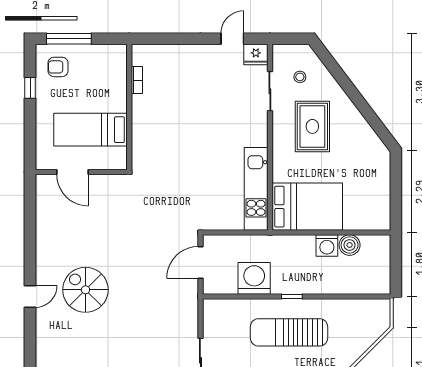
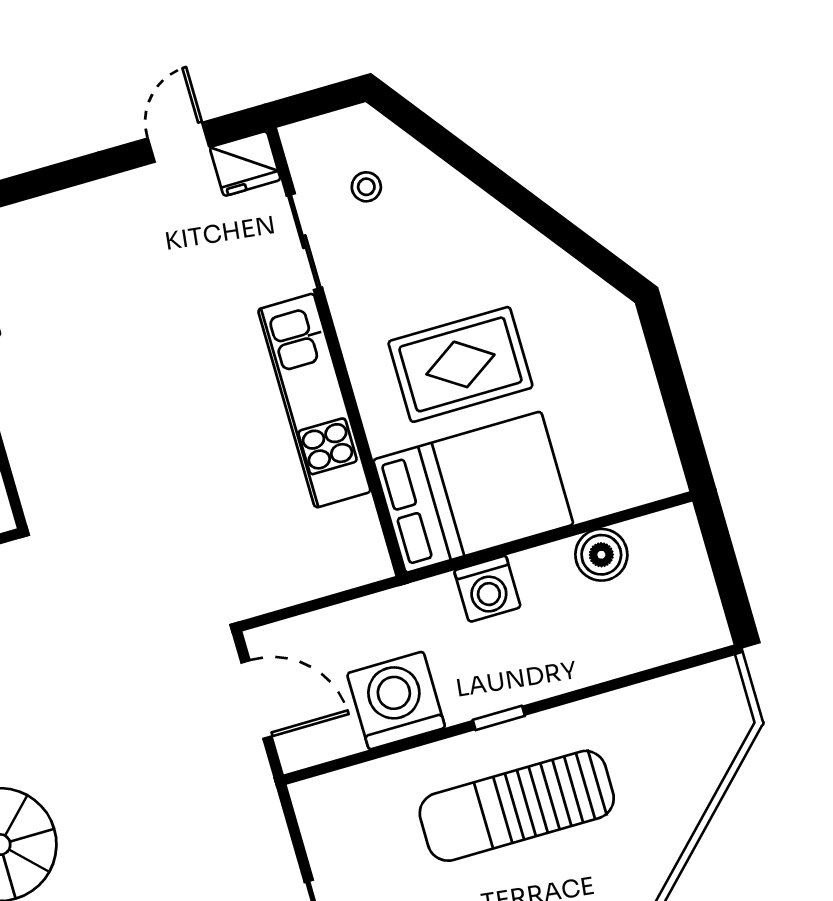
rug: (312, 126) -> (460, 364), moved, turned 90
kitchen unit: (256, 189) -> (314, 401), moved
washing machine: (327, 245) -> (487, 589), moved
door: (200, 262) -> (257, 700), swing flipped

